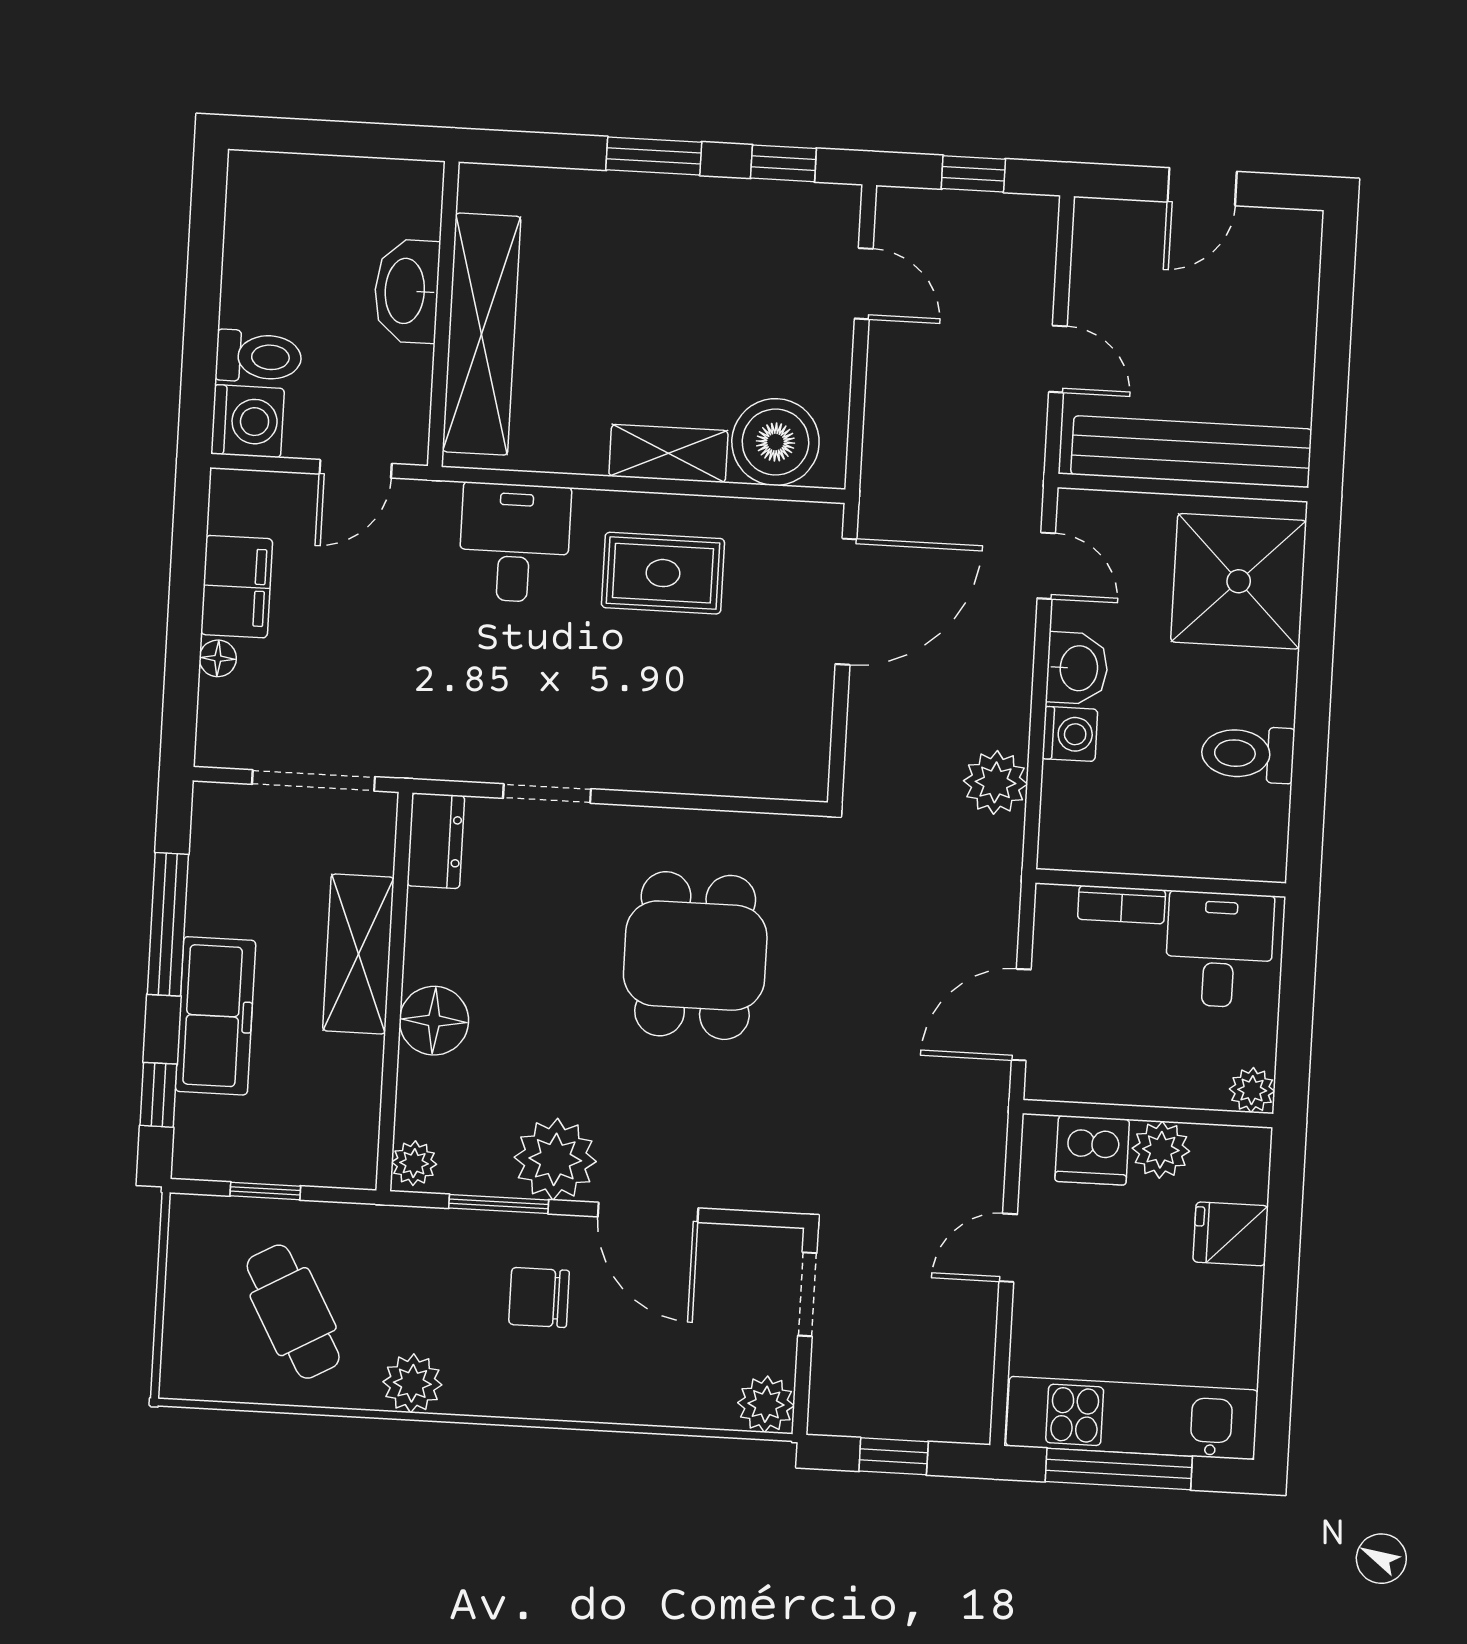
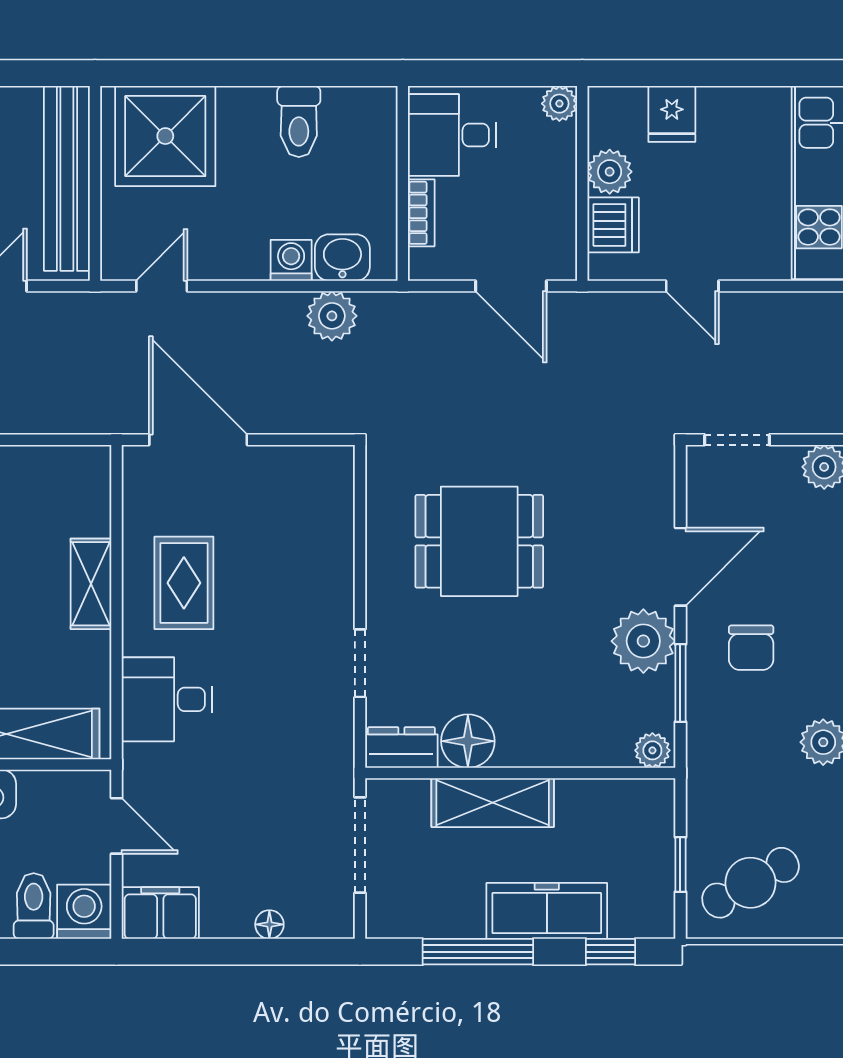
boiler: (775, 442) -> (77, 501), removed
filing cabinet: (237, 587) -> (160, 913), moved
washbasin: (1077, 668) -> (342, 258), moved
floor lamp: (434, 1021) -> (468, 741), moved
cafe table: (293, 1312) -> (751, 883), moved

